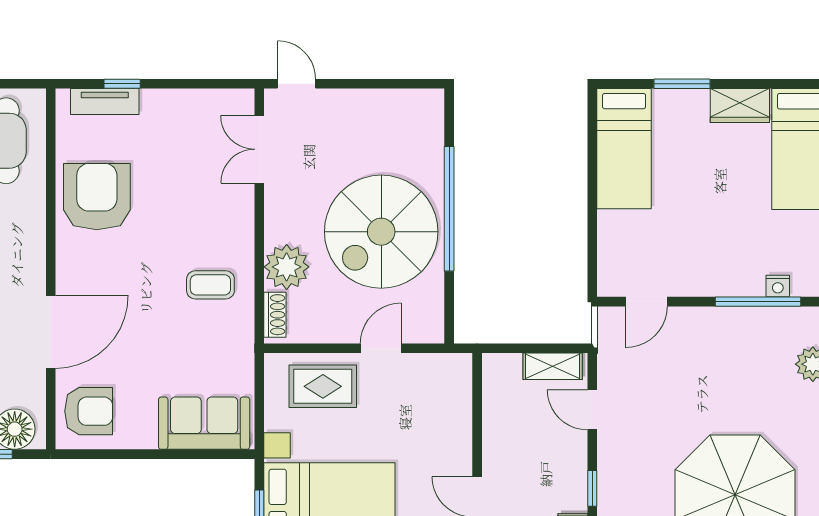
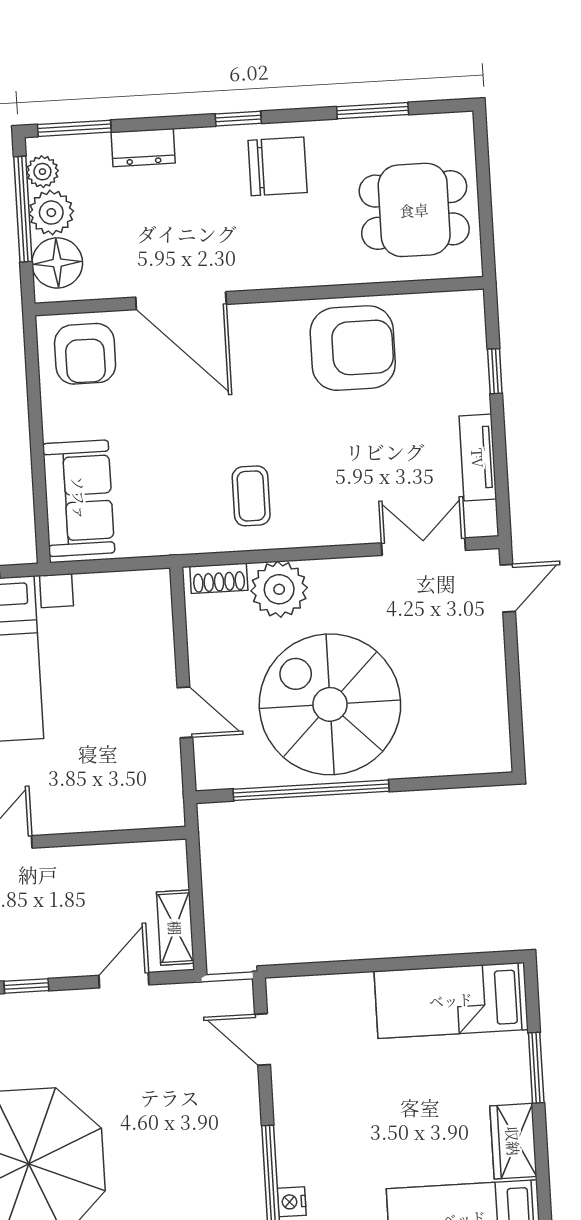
tv unit: (105, 101) -> (478, 458), moved
window: (449, 209) -> (311, 790), moved
rug: (323, 386) -> (133, 643), removed

